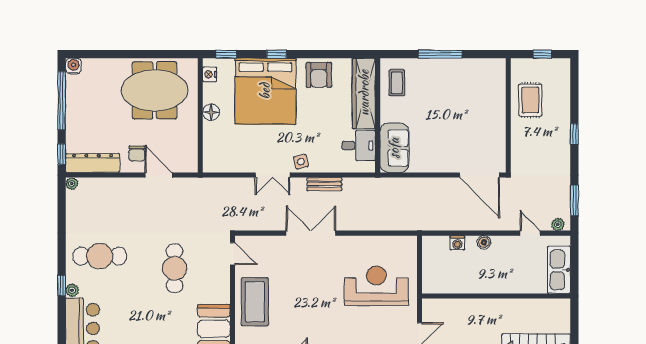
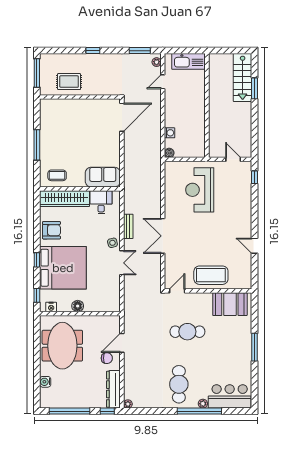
window: (542, 54) -> (37, 73), width x2.17
water cooler: (74, 66) -> (45, 382), moved
boiler: (484, 242) -> (169, 153), moved
window: (62, 285) -> (199, 411), width x3.17

